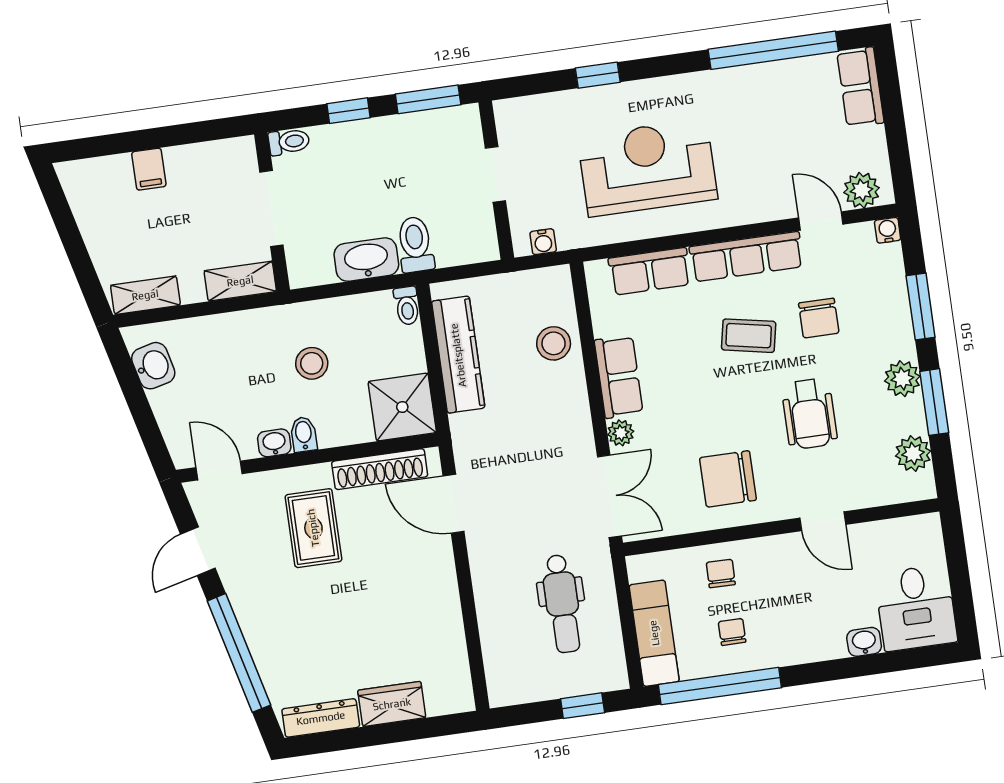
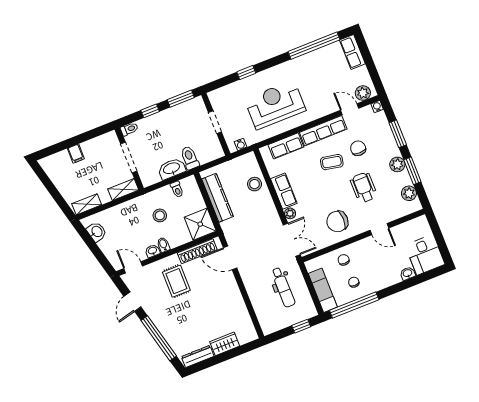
toilet: (407, 306) -> (177, 189), moved
chair: (819, 318) -> (358, 148), turned 180
wheelchair: (809, 414) -> (364, 188), turned 180

